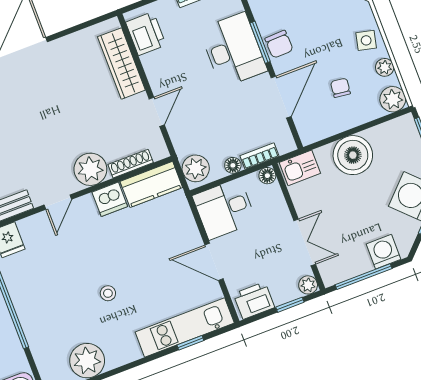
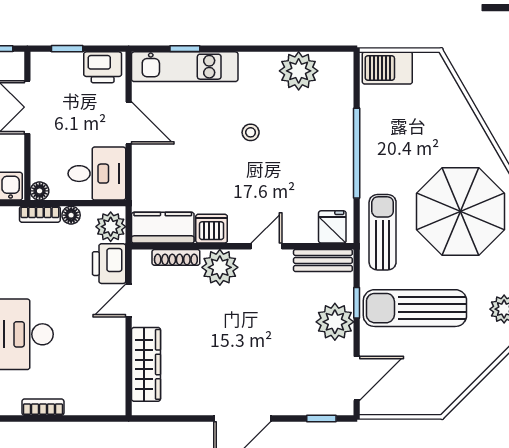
printer: (146, 34) -> (109, 264), moved
plant: (308, 285) -> (41, 62), removed

